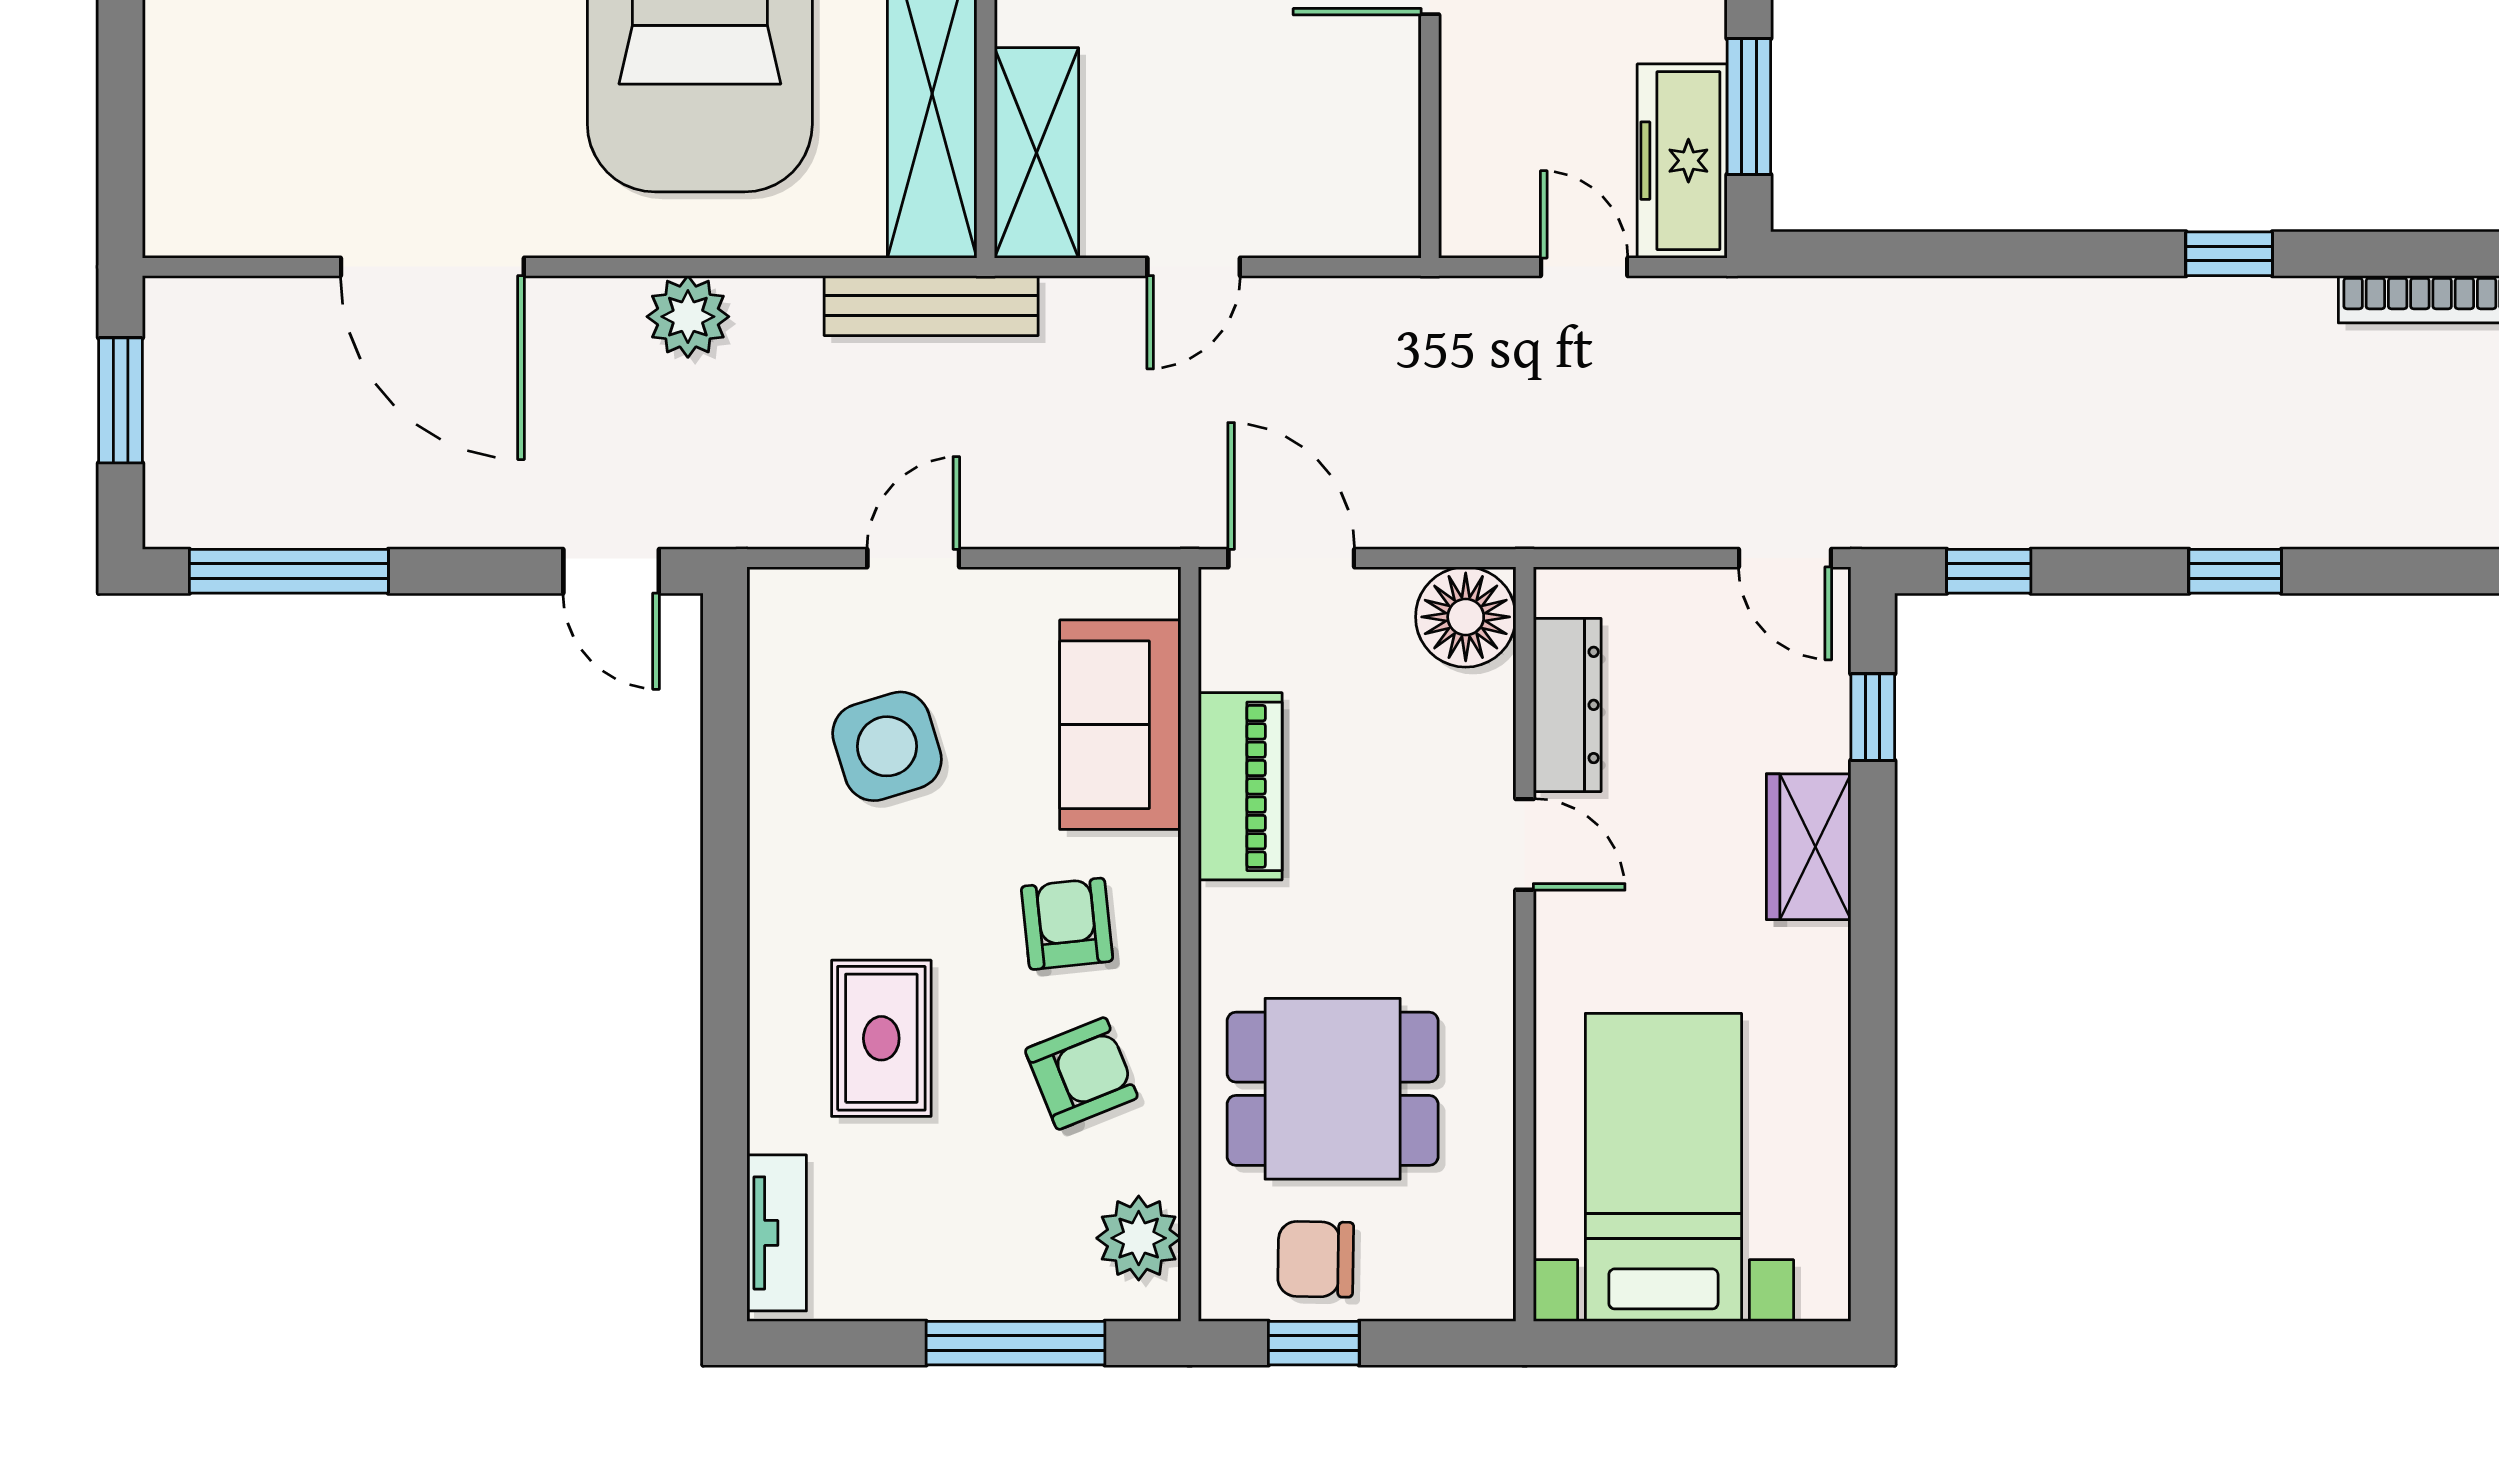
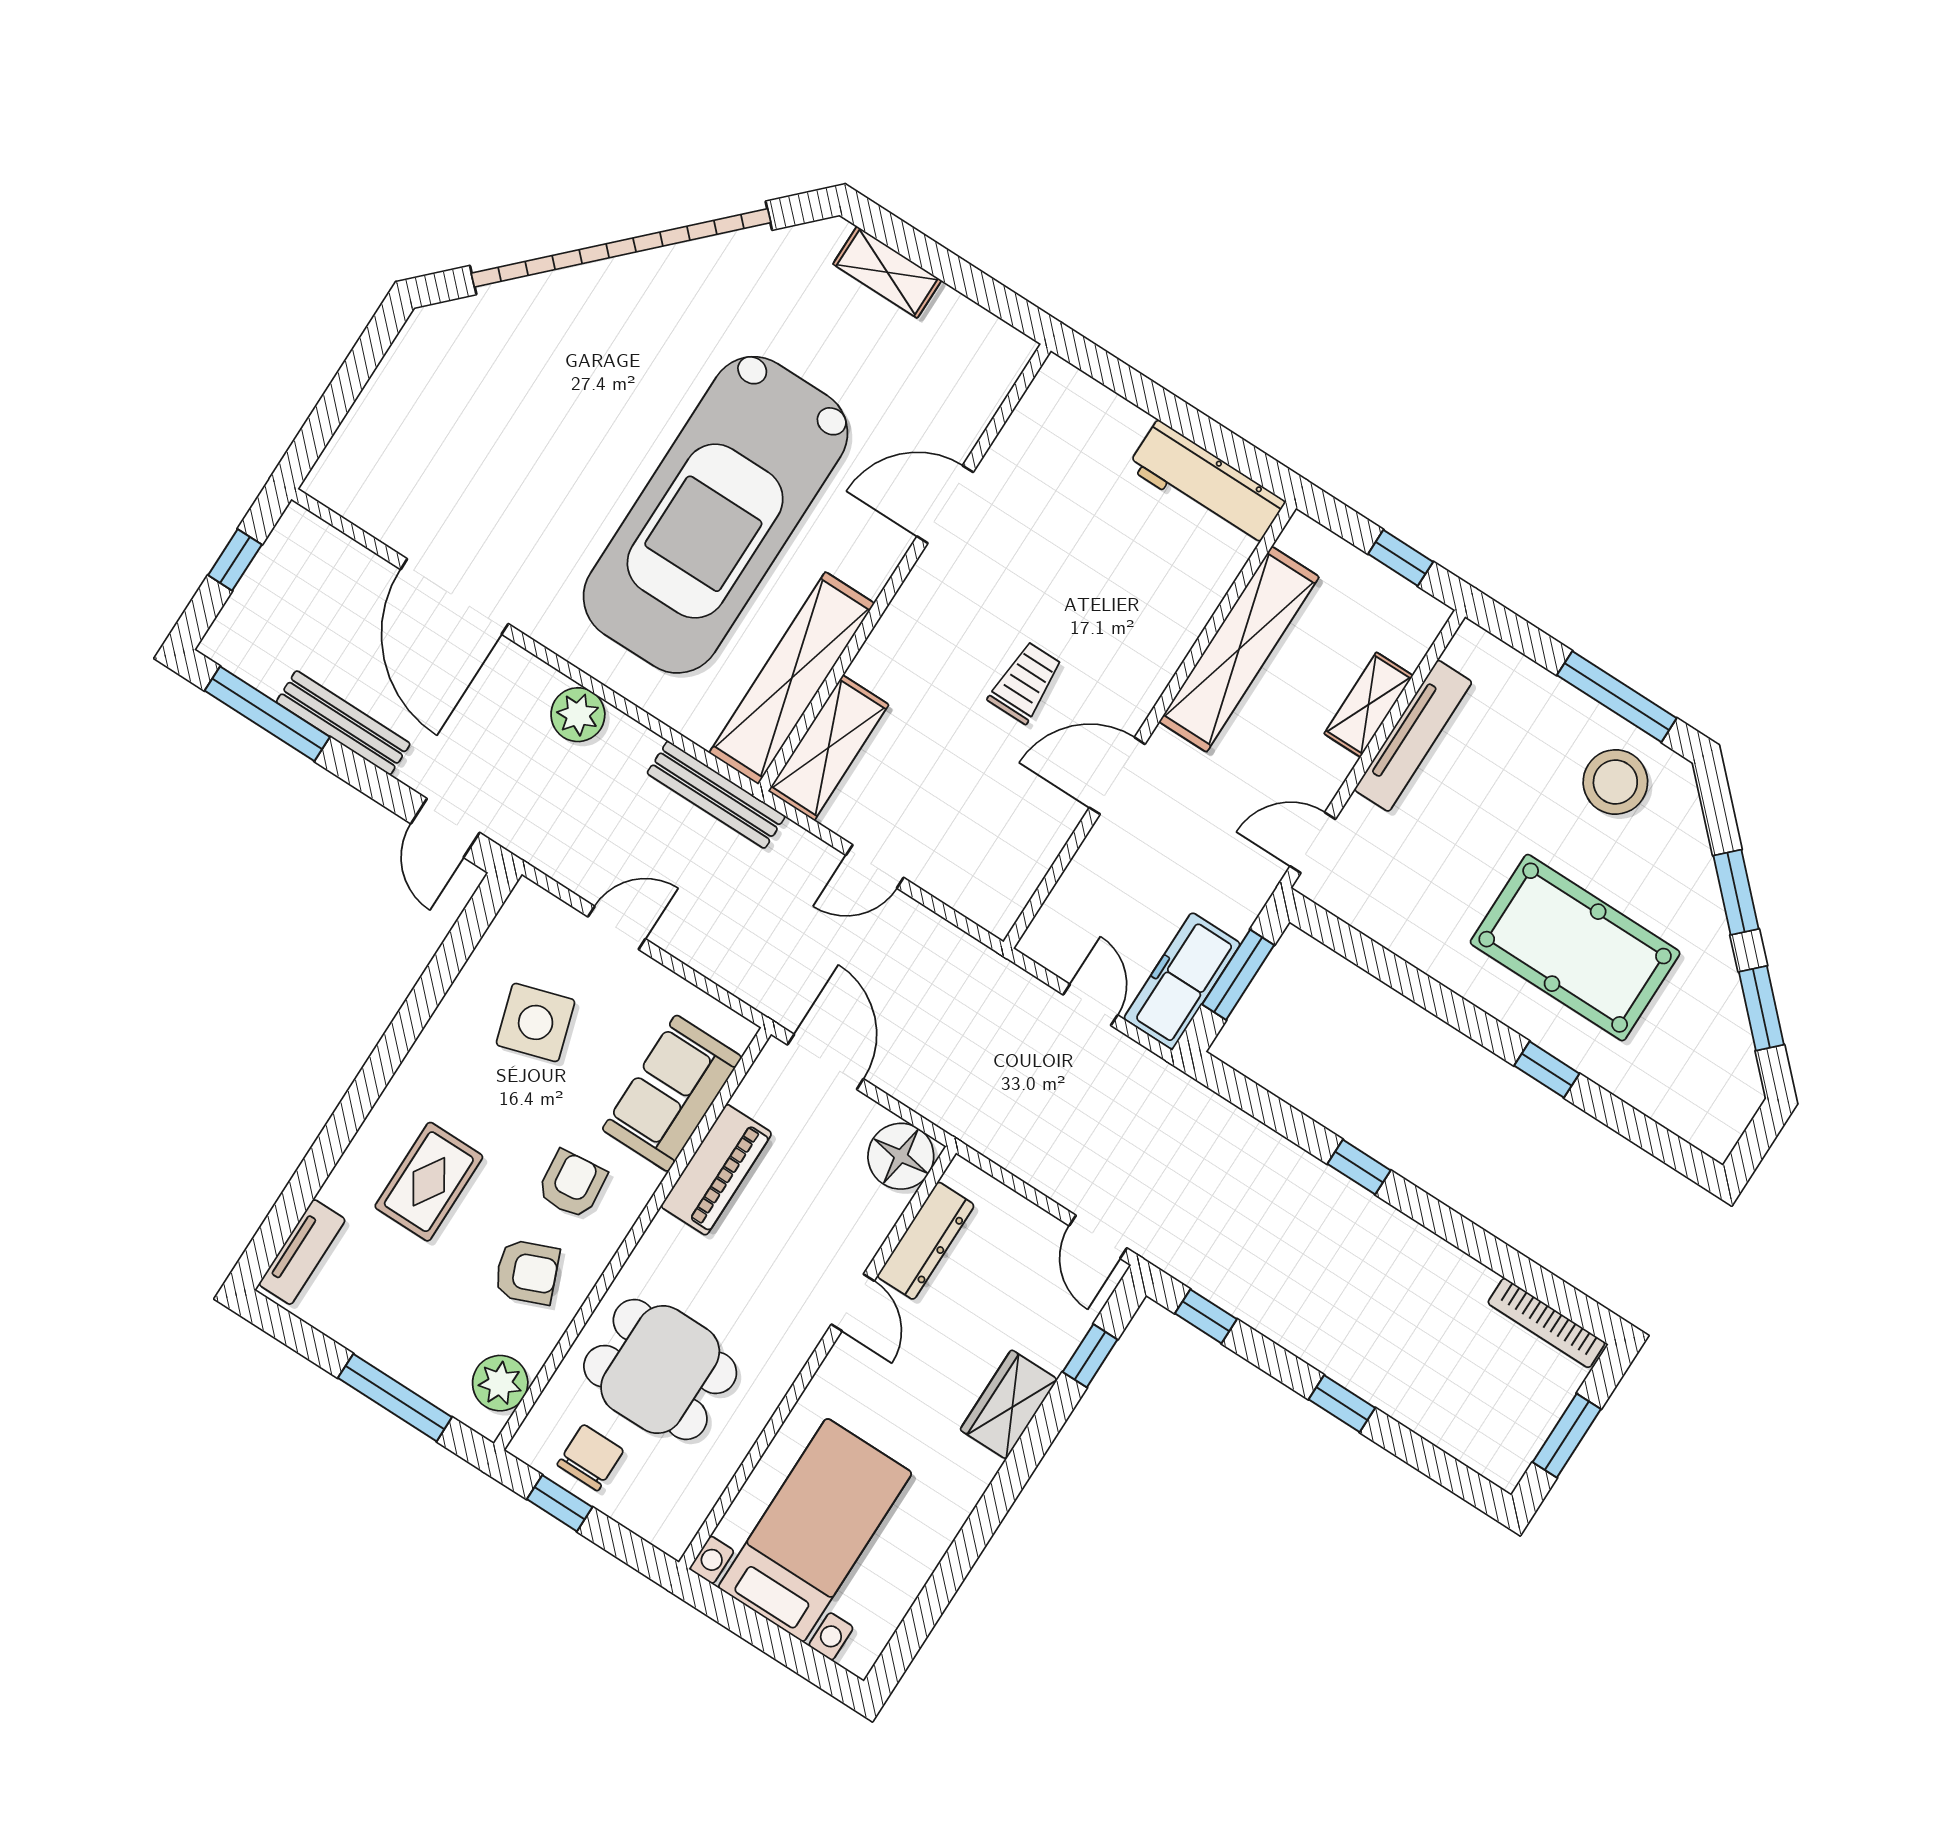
window: (2229, 254) -> (1359, 1167), moved
window: (121, 400) -> (235, 560), width x0.67
bench: (394, 520) -> (343, 723), added
chair: (1316, 1259) -> (590, 1458), turned 89

